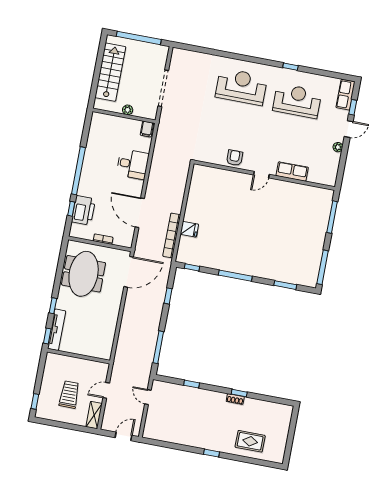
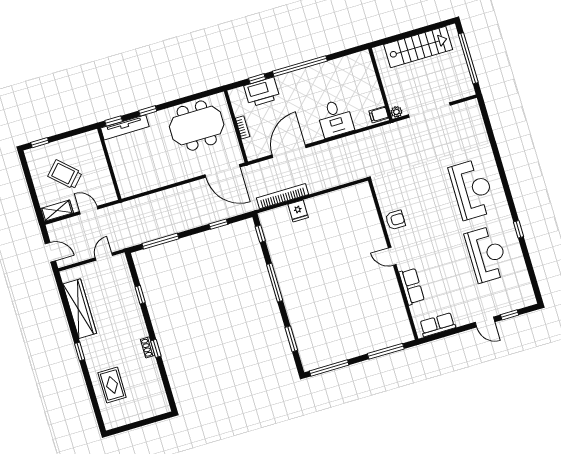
row of seats: (346, 95) -> (437, 325), moved
plant: (128, 110) -> (396, 112), moved
plant: (338, 147) -> (461, 320), removed
trolley: (69, 395) -> (65, 174), turned -137
wardrobe: (178, 436) -> (80, 309), added

